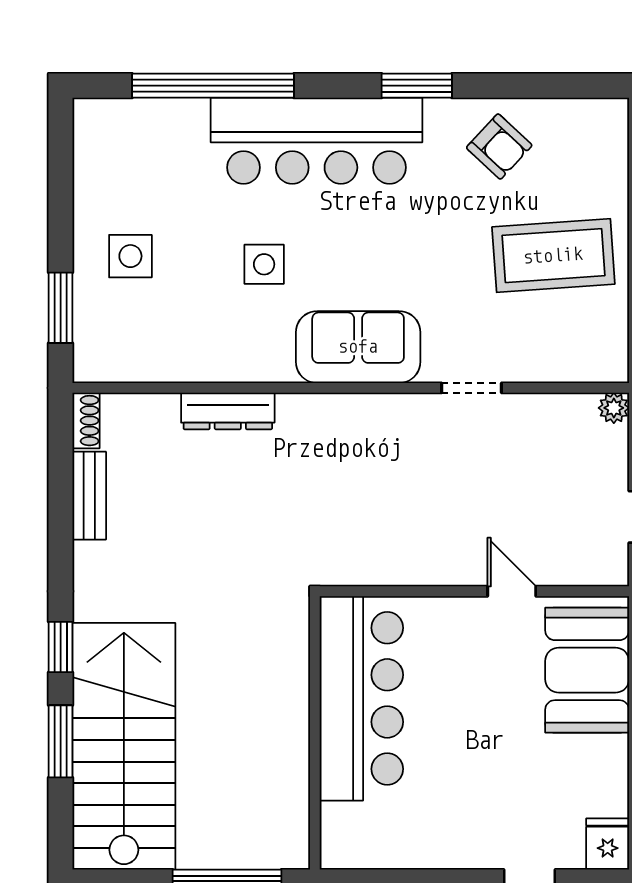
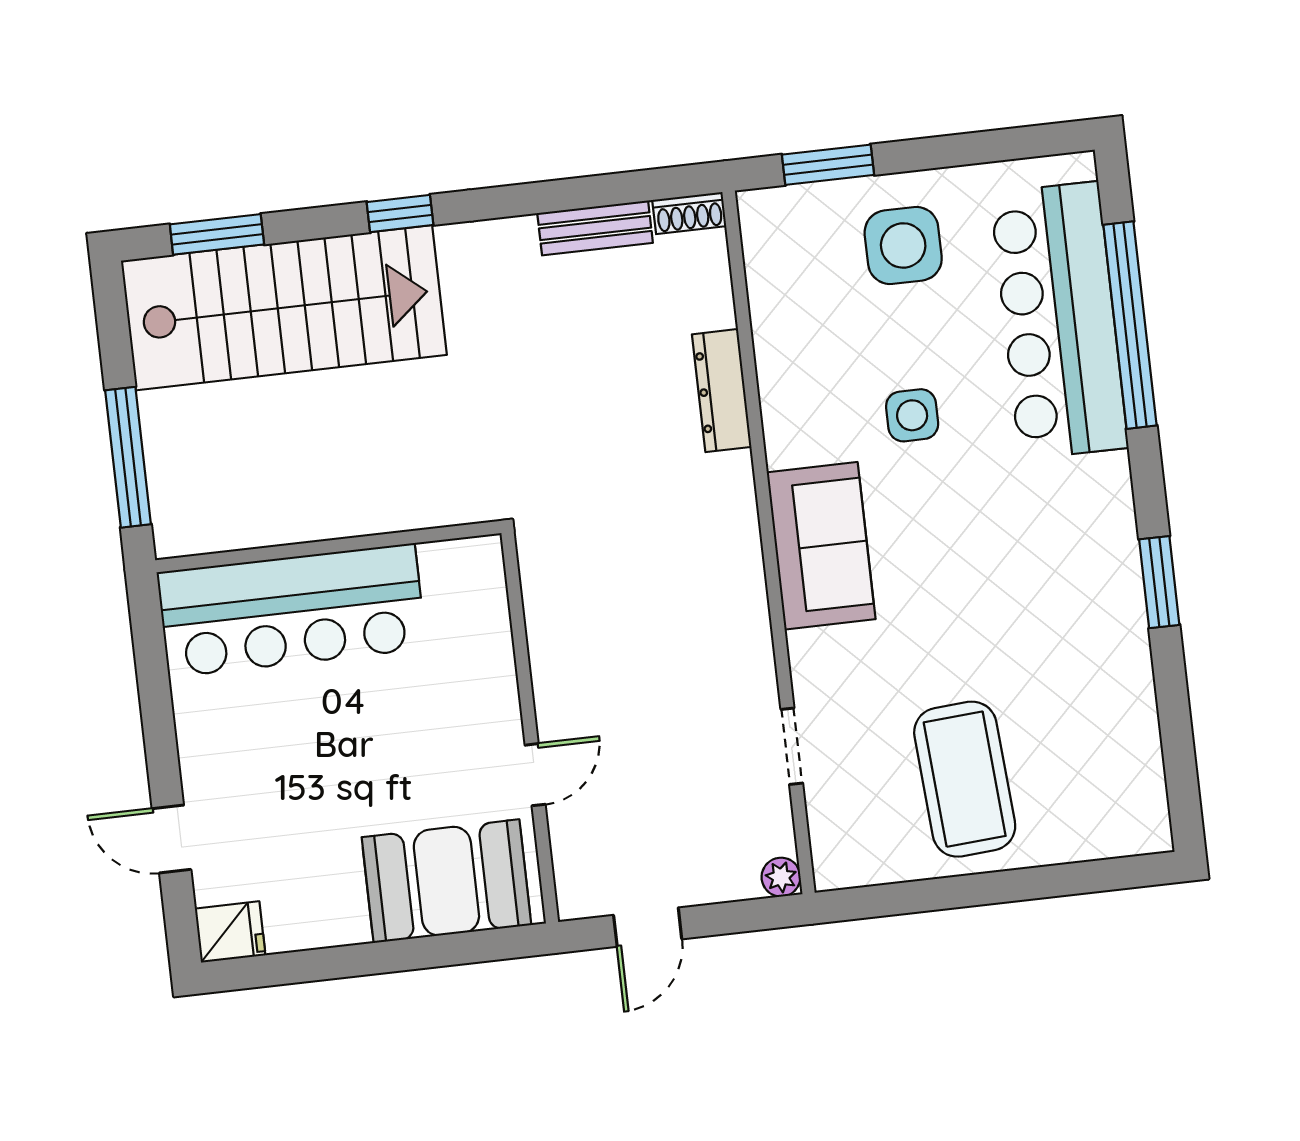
bar counter: (317, 141) -> (1059, 320), moved
armchair: (499, 146) -> (1094, 695), removed
side table: (130, 256) -> (903, 245), width x1.37, depth x1.37
doorway: (472, 388) -> (792, 746), moved
bar counter: (361, 698) -> (292, 610), moved
window: (61, 741) -> (217, 234), moved

